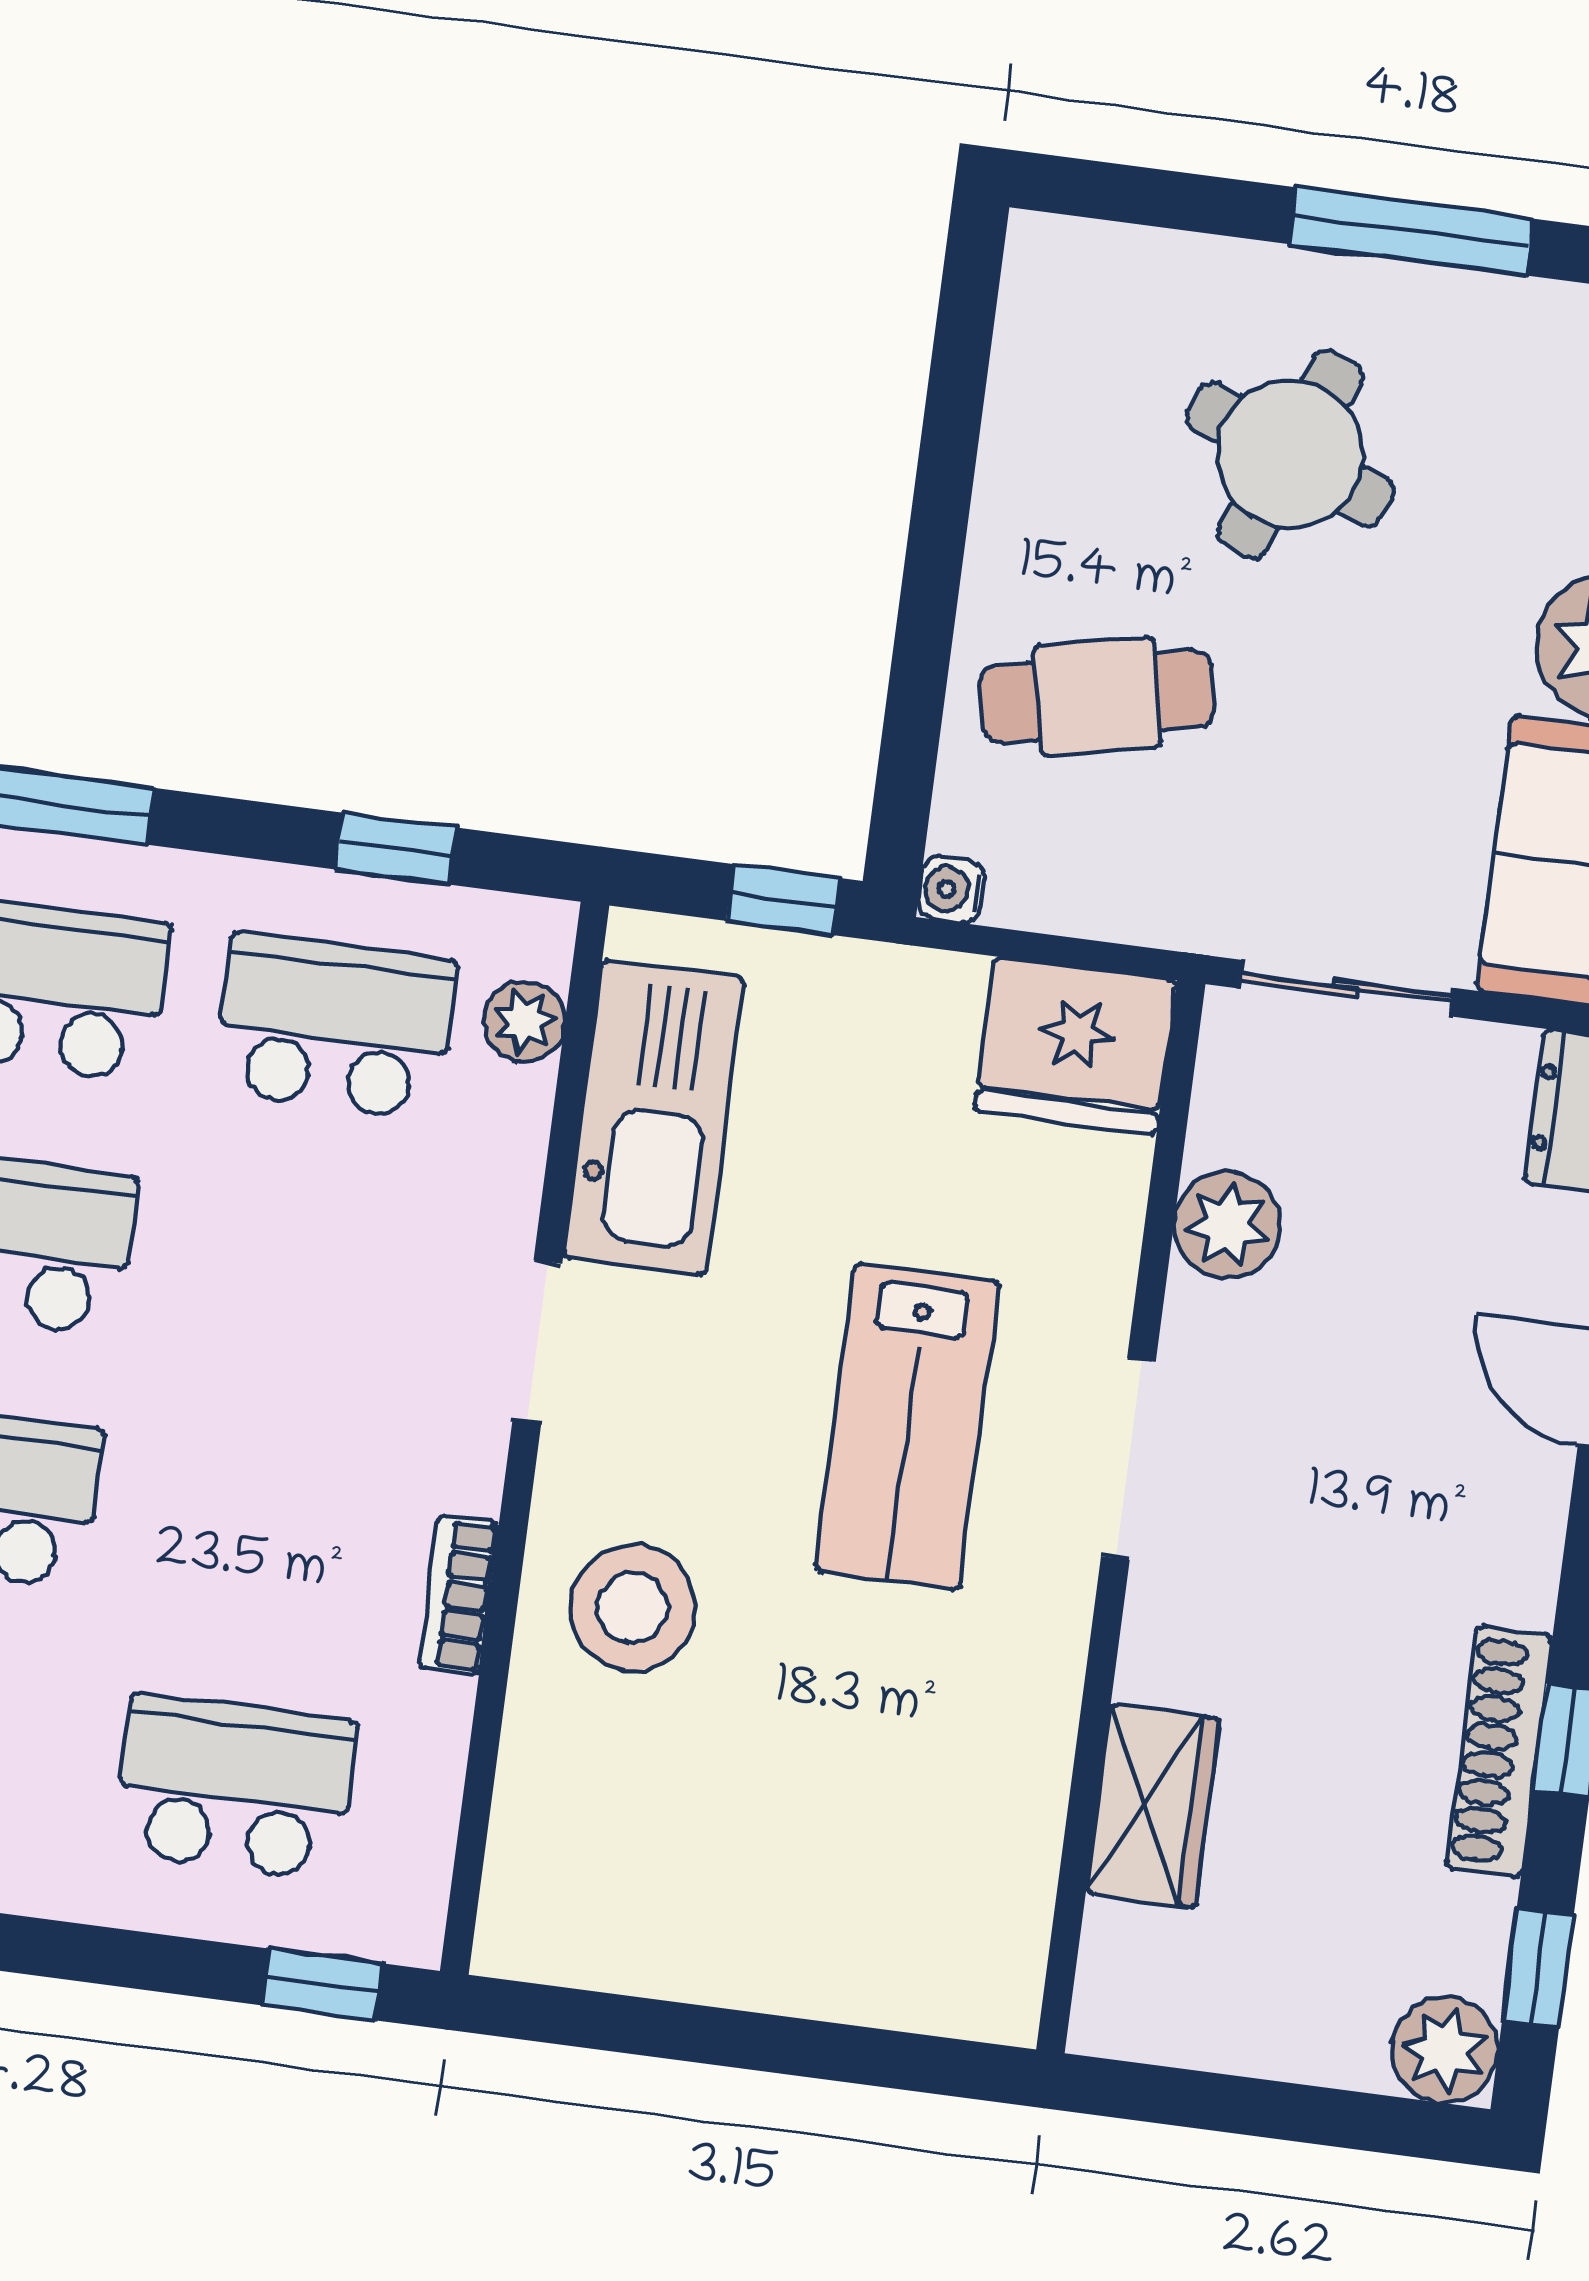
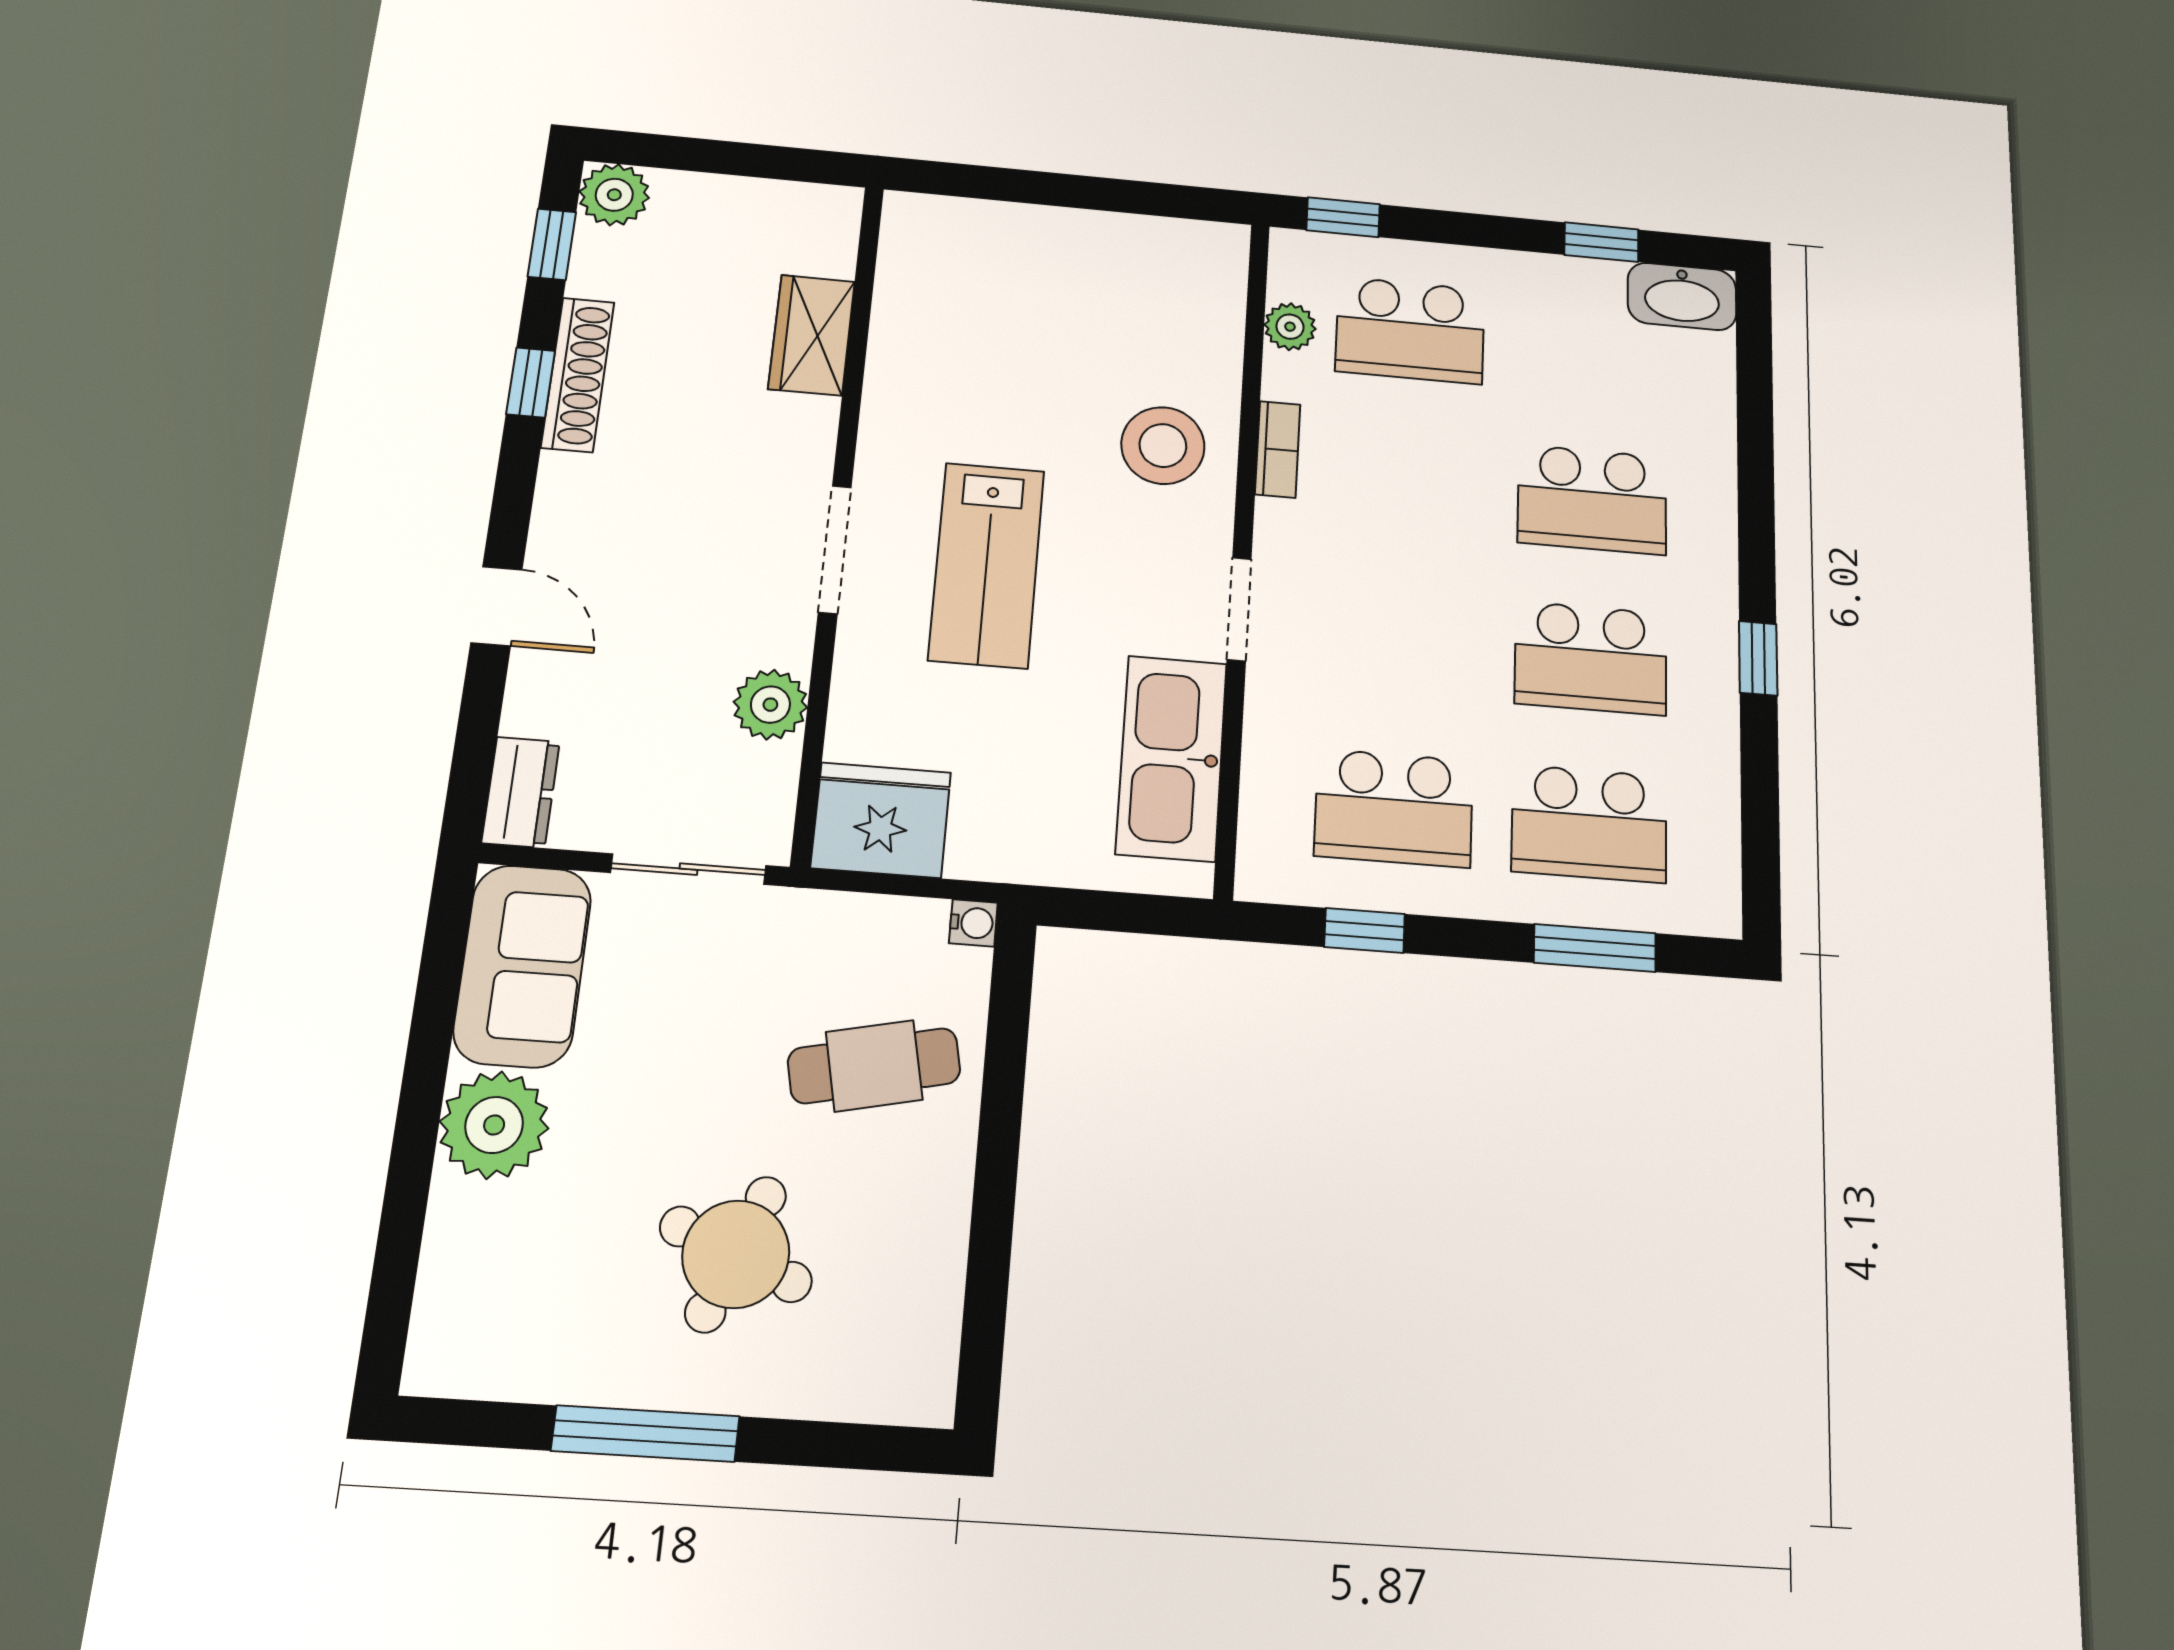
window: (784, 900) -> (1092, 910), removed
plant: (525, 1022) -> (1290, 327), moved
lab bench: (907, 1426) -> (987, 565), turned 180

